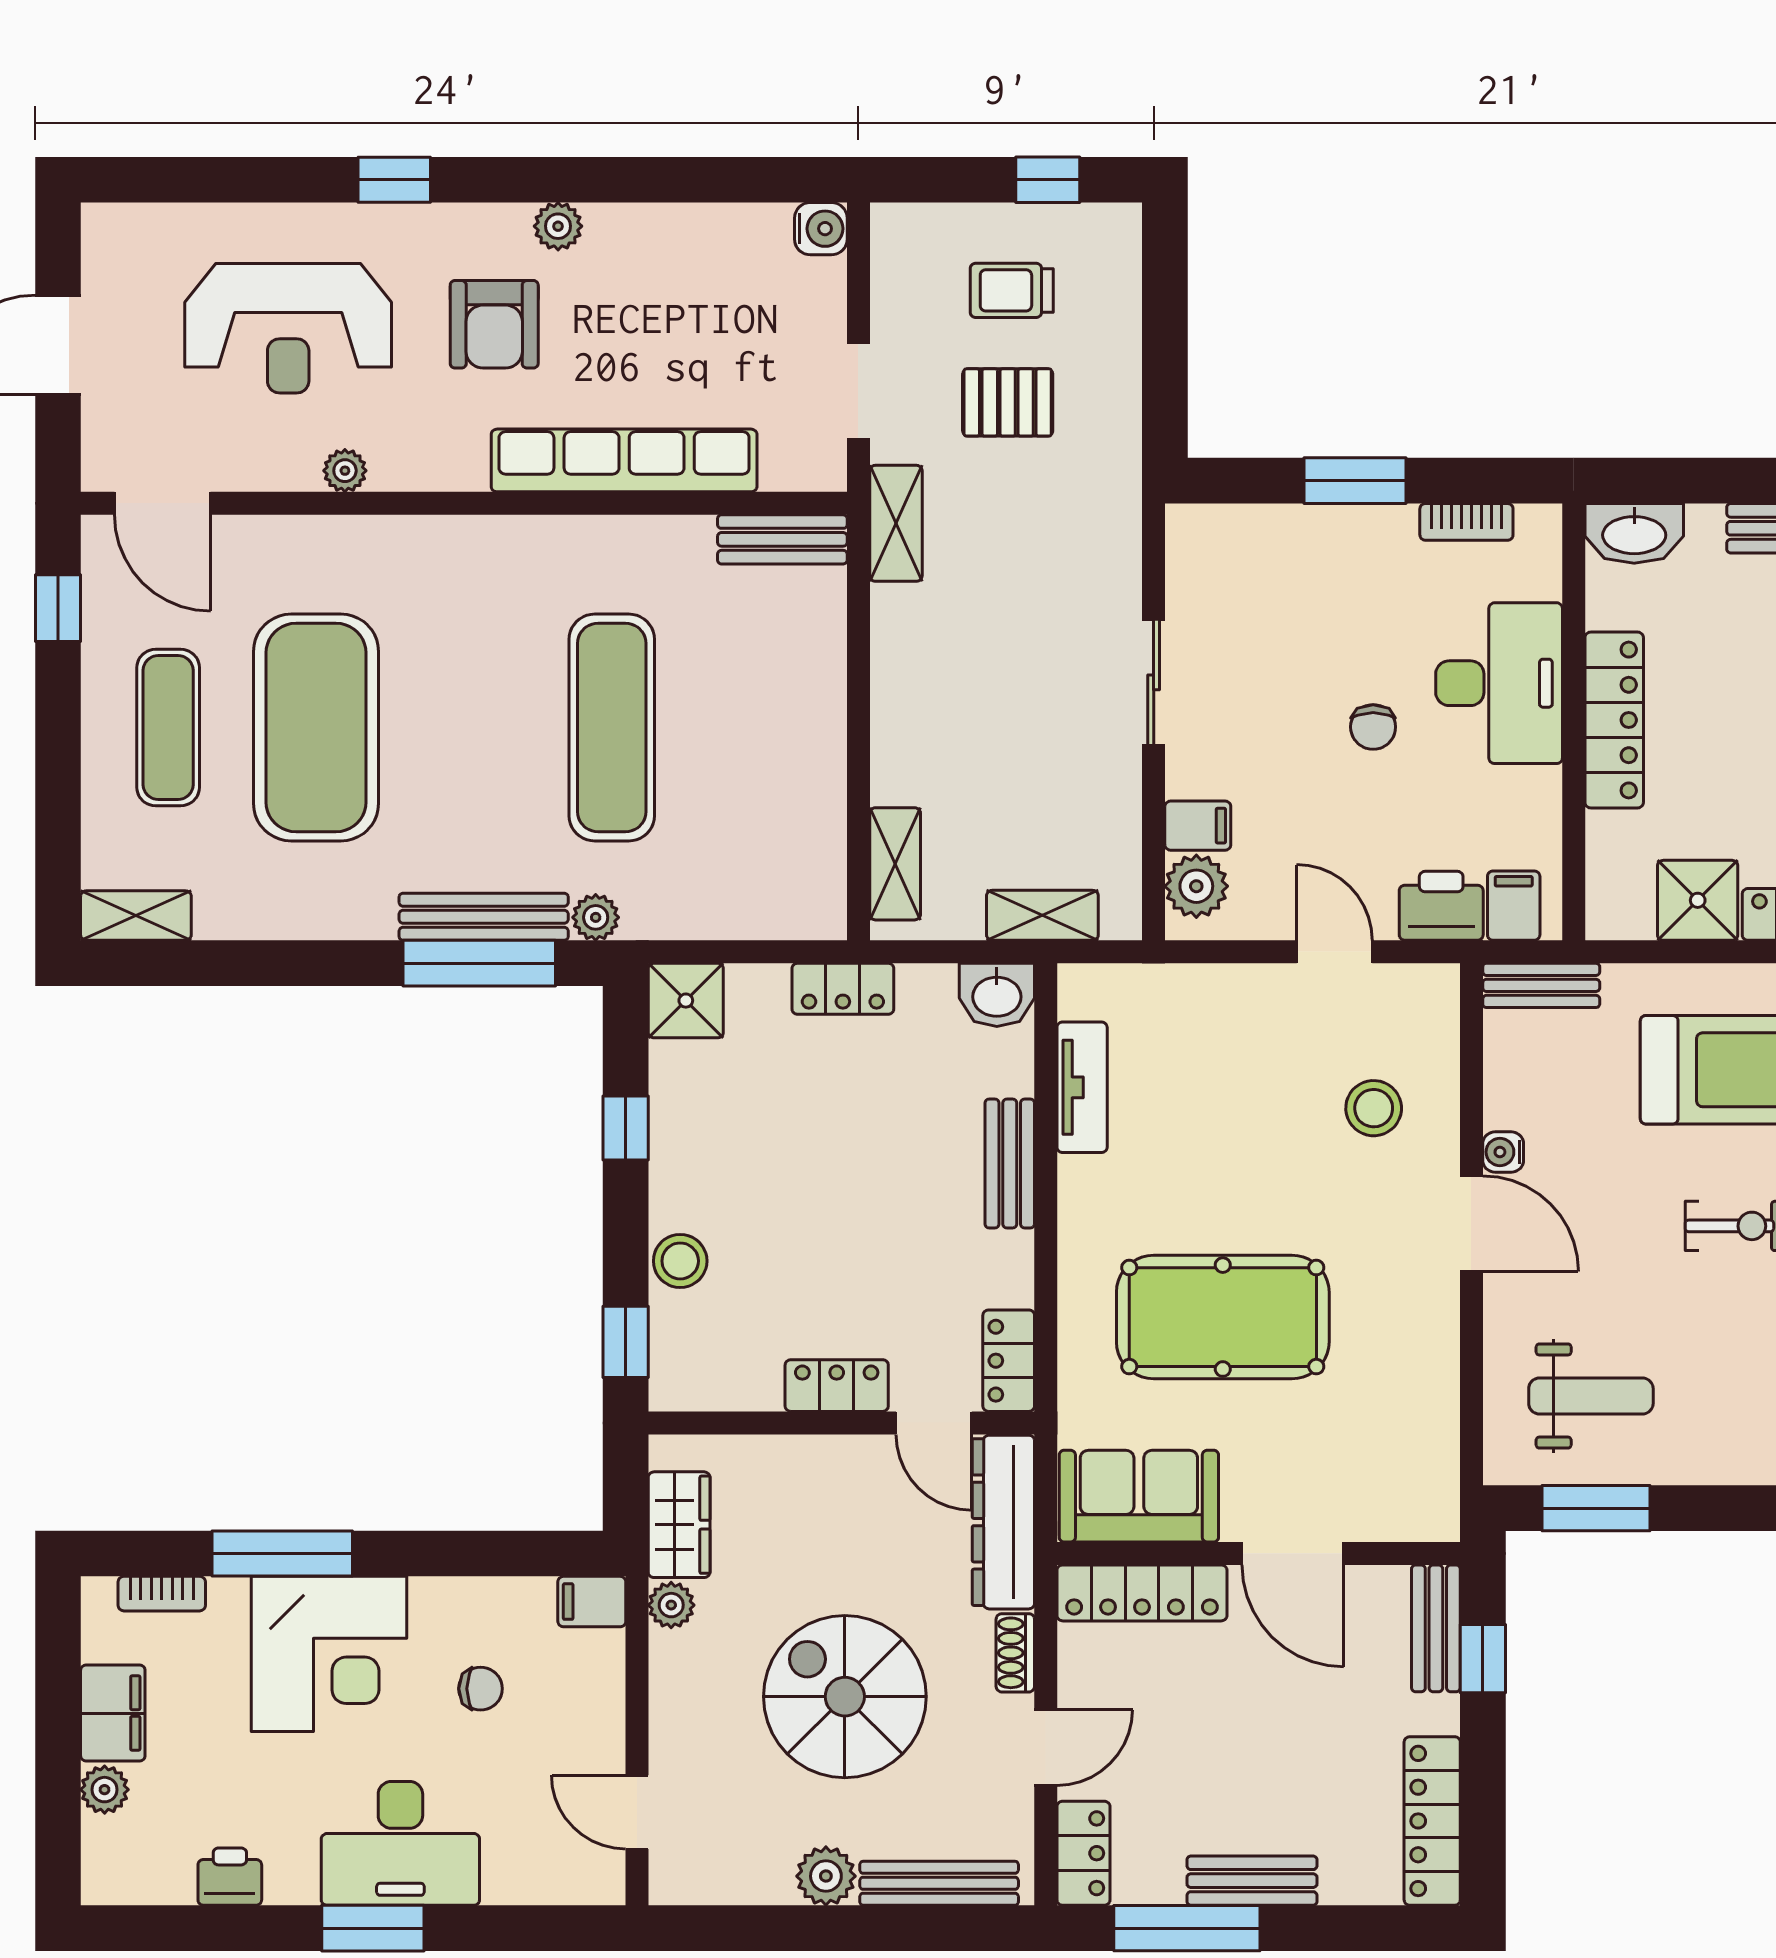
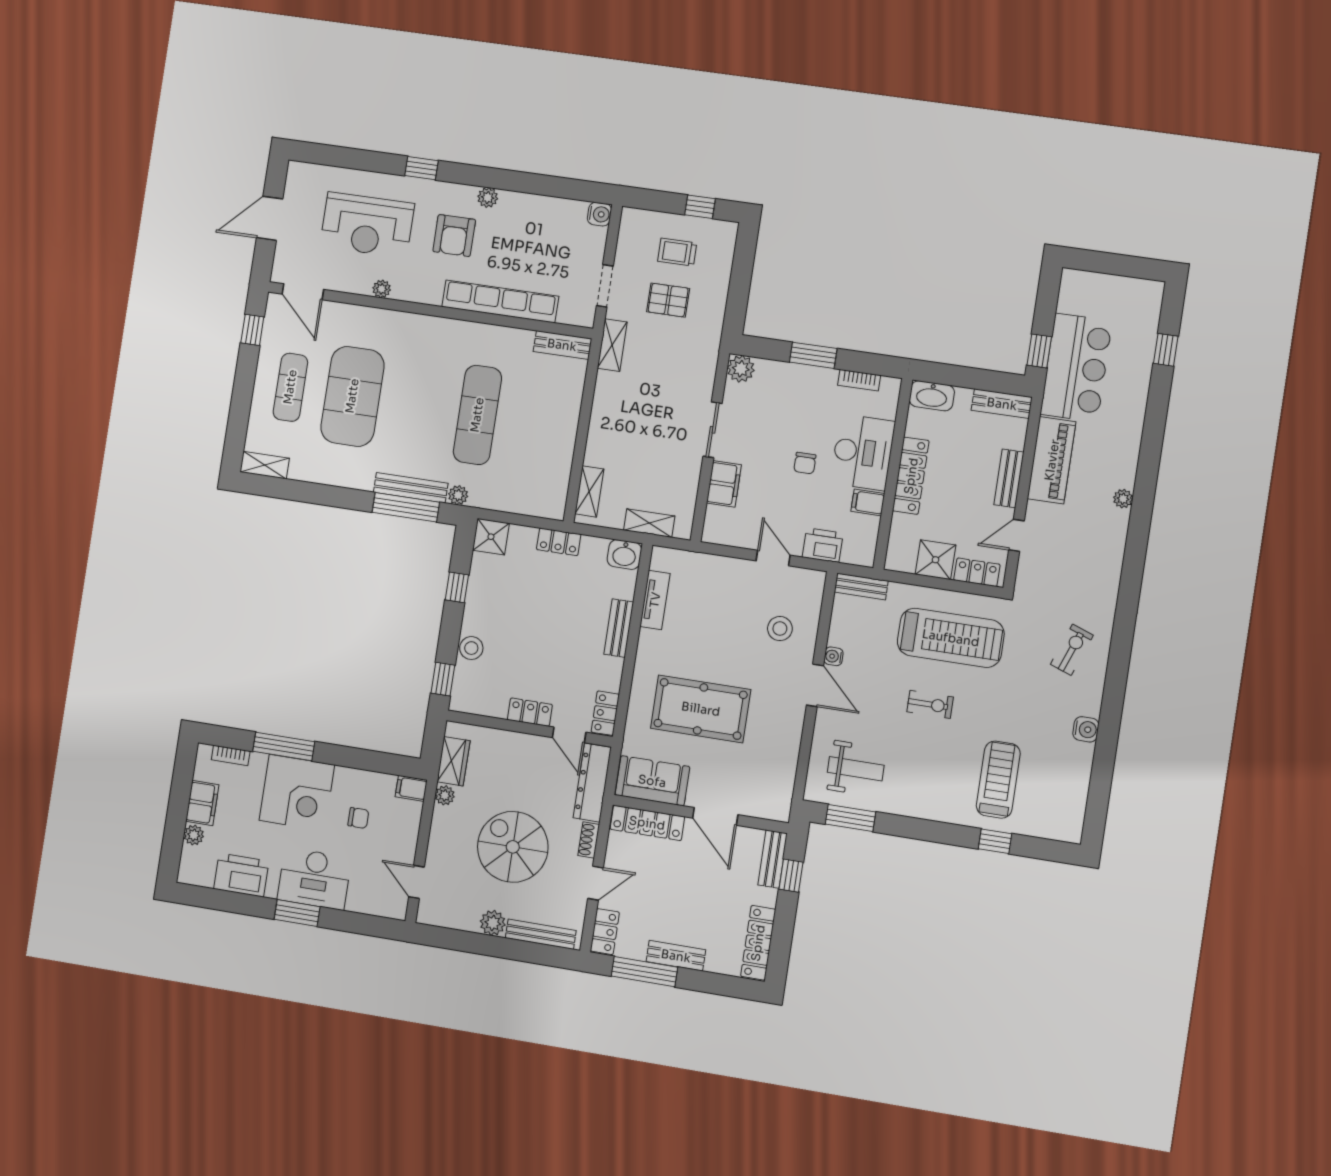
filing cabinet: (1198, 826) -> (724, 484), width x2.00
plant: (1196, 886) -> (741, 369), moved
filing cabinet: (1514, 906) -> (868, 502), moved, turned -90
printer: (230, 1877) -> (241, 875), width x1.87, depth x1.48

